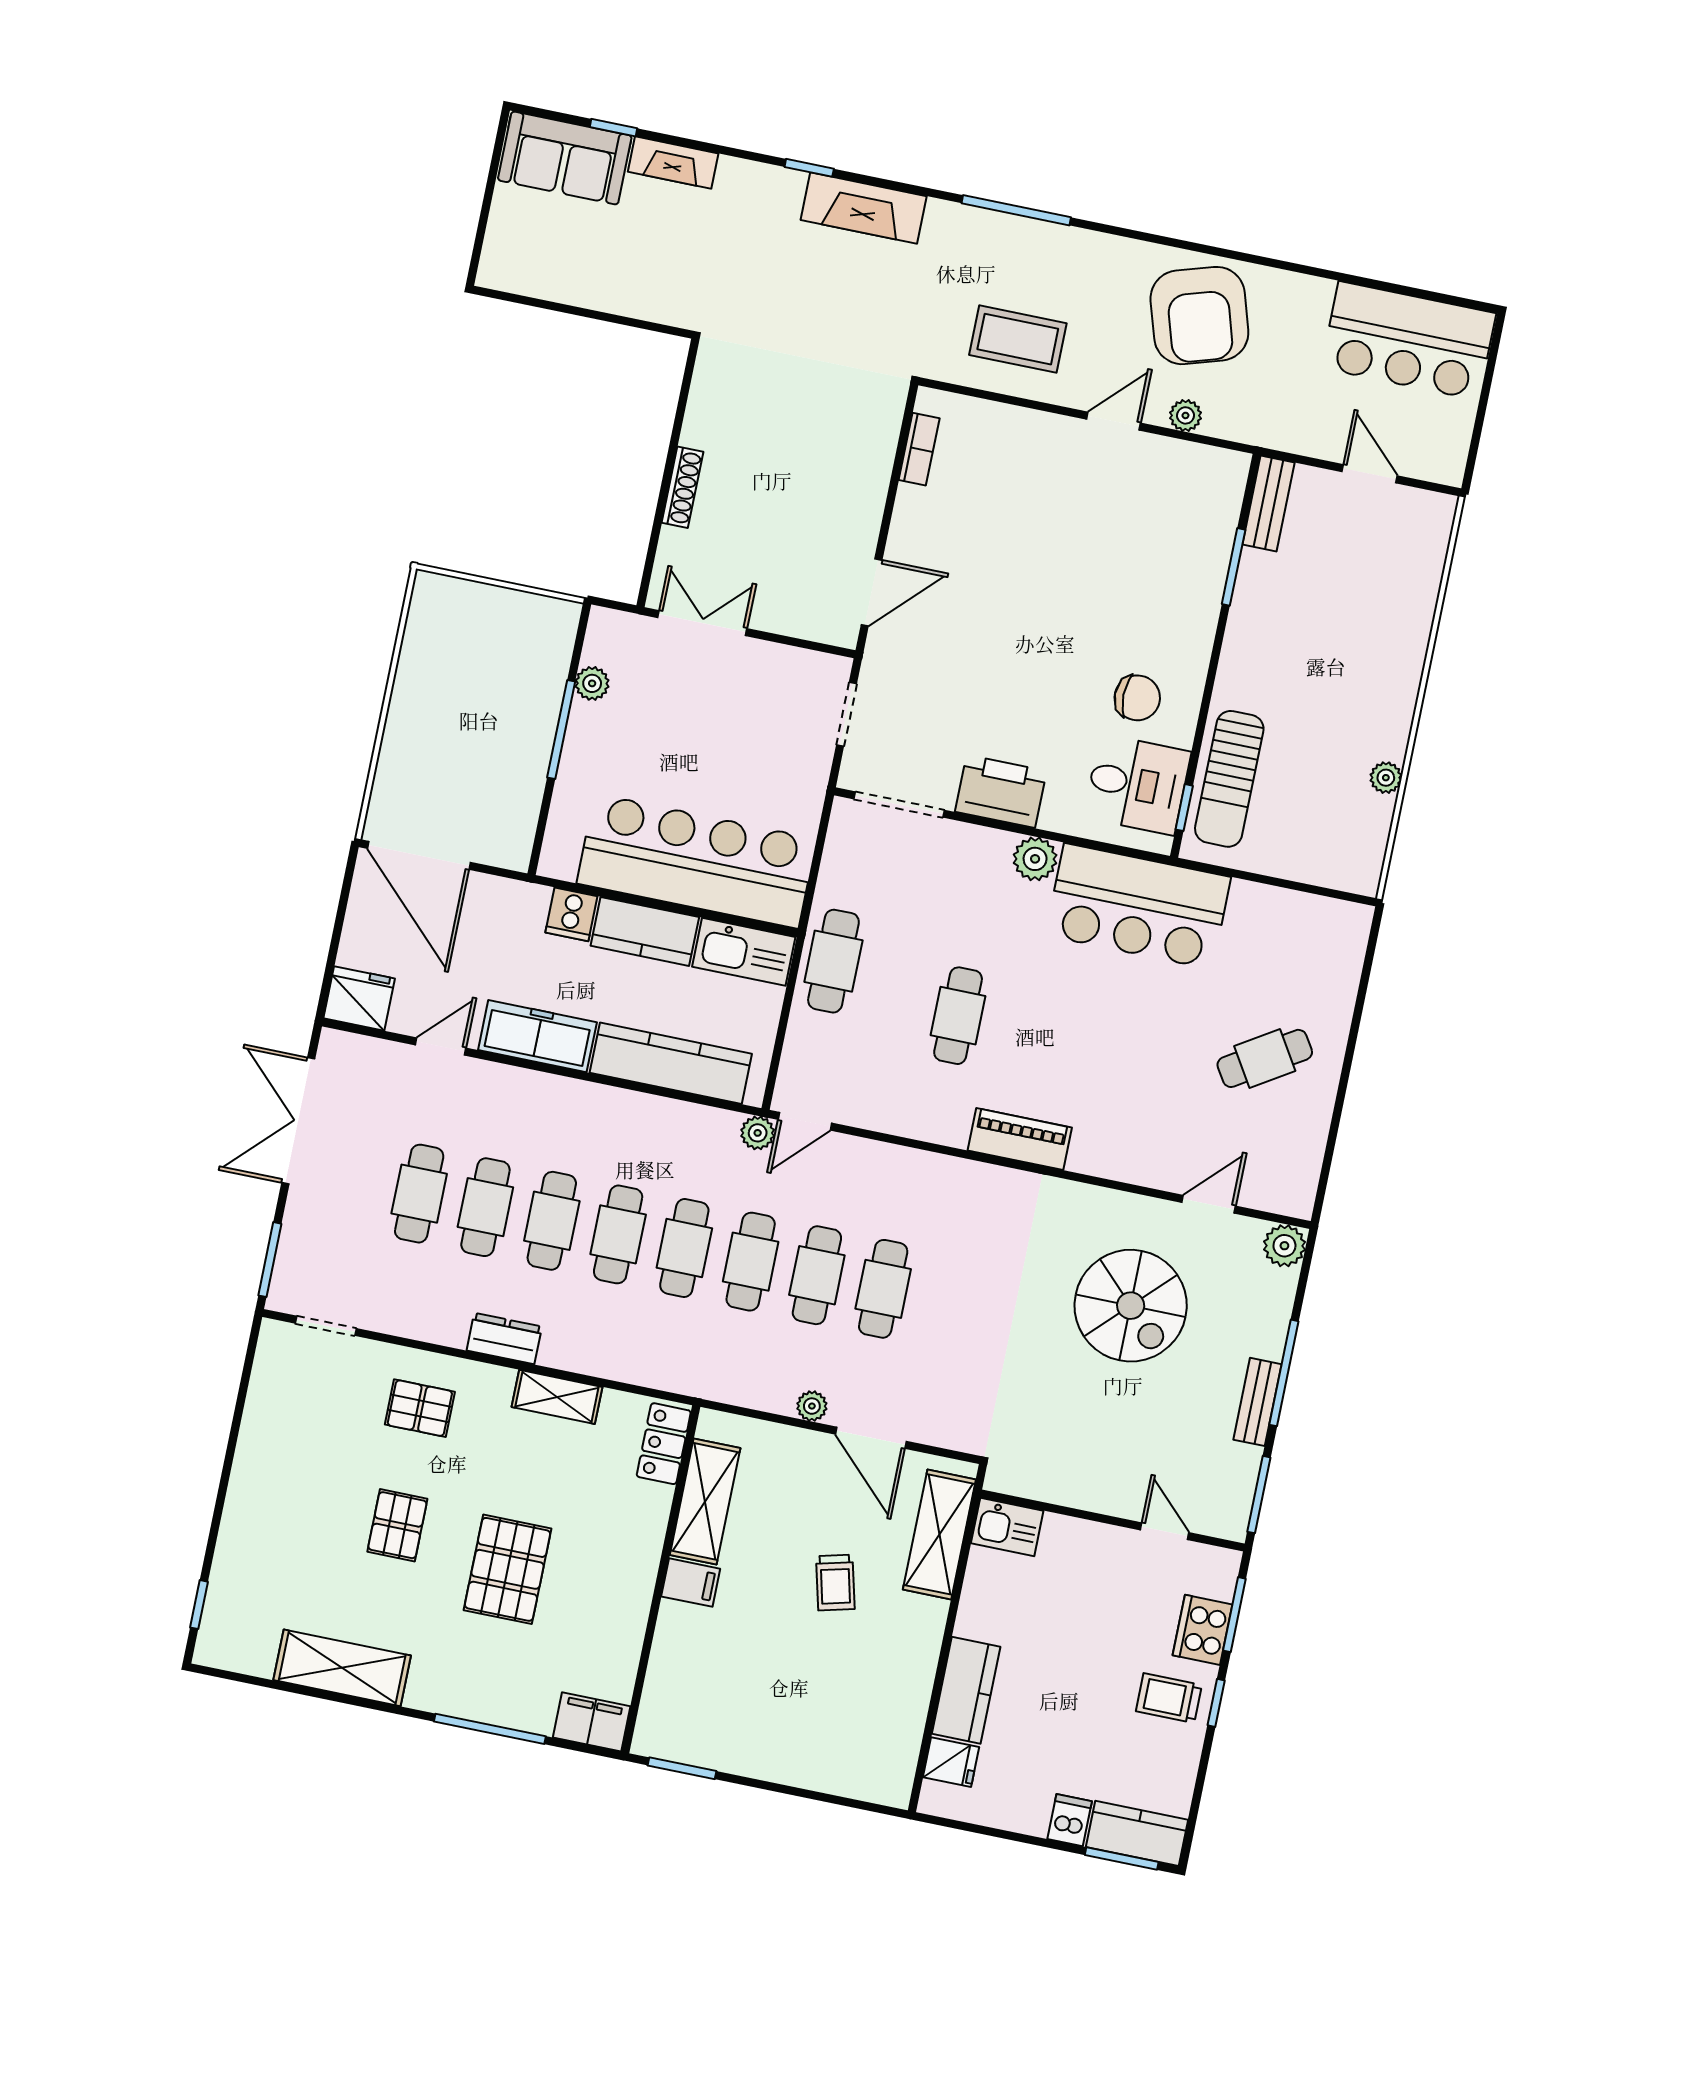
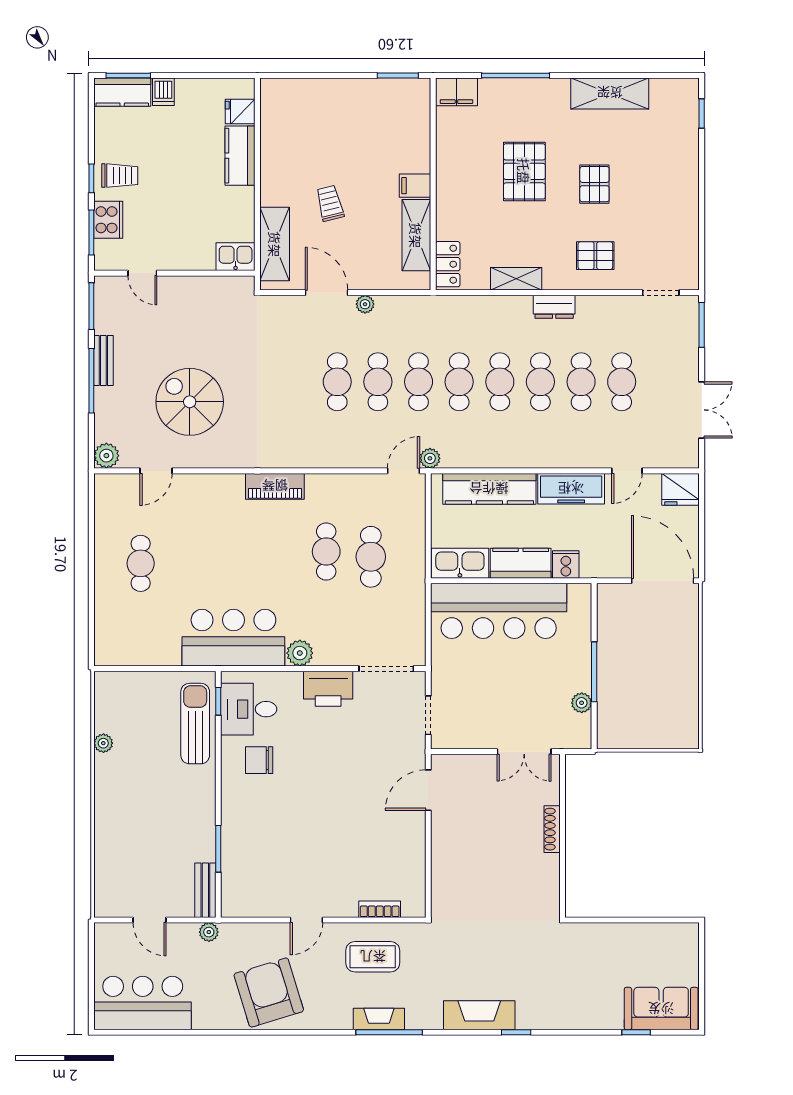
fireplace: (673, 163) -> (379, 1019), moved
plant: (1185, 415) -> (209, 932), moved
bookcase: (919, 449) -> (380, 909), moved, turned 90
cafe table: (833, 961) -> (371, 557), moved
cafe table: (1265, 1058) -> (141, 563), turned -58
double door: (298, 1121) -> (702, 410), width x0.73

